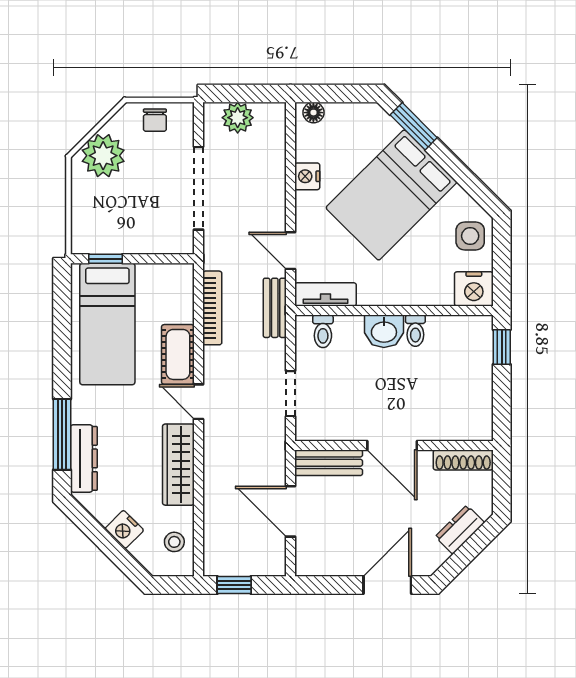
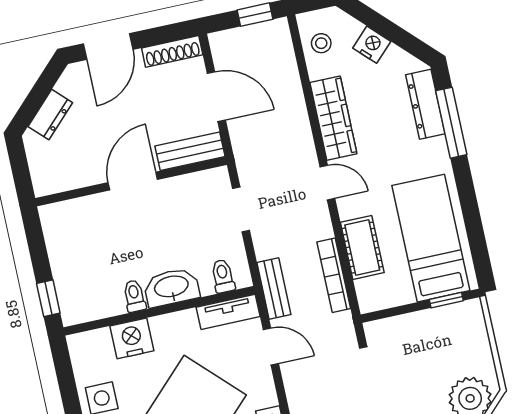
nightstand: (474, 289) -> (132, 338), moved
washbasin: (384, 331) -> (172, 287), width x1.38
cot: (178, 354) -> (362, 247), moved
door: (392, 446) -> (133, 181), hinge flipped
shoe rack: (463, 460) -> (172, 51), moved, turned 180

